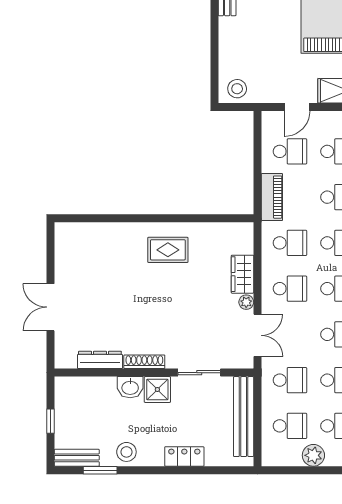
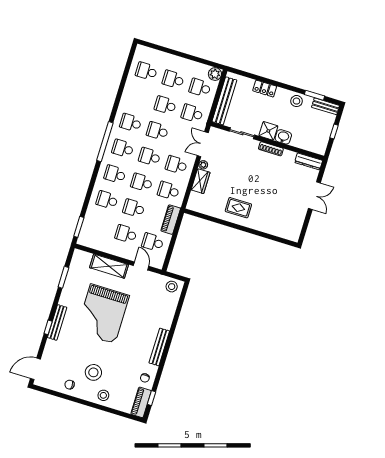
door: (297, 107) -> (141, 266), hinge flipped
dresser: (100, 360) -> (309, 161), moved
plant: (313, 455) -> (215, 74), moved

